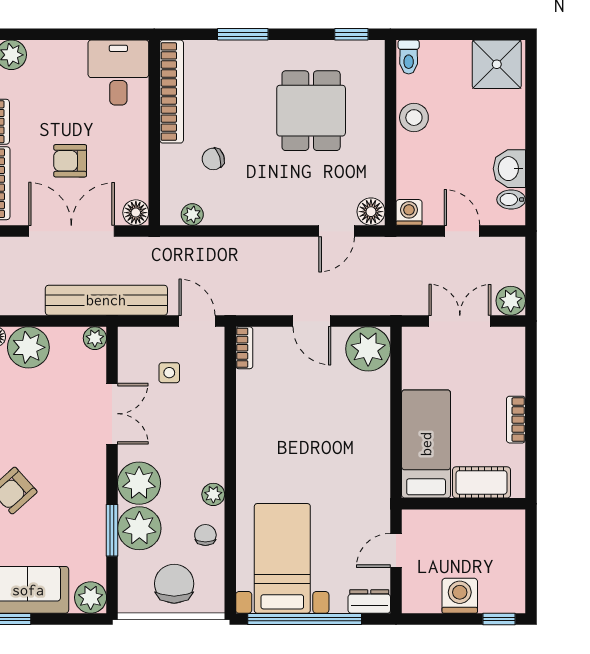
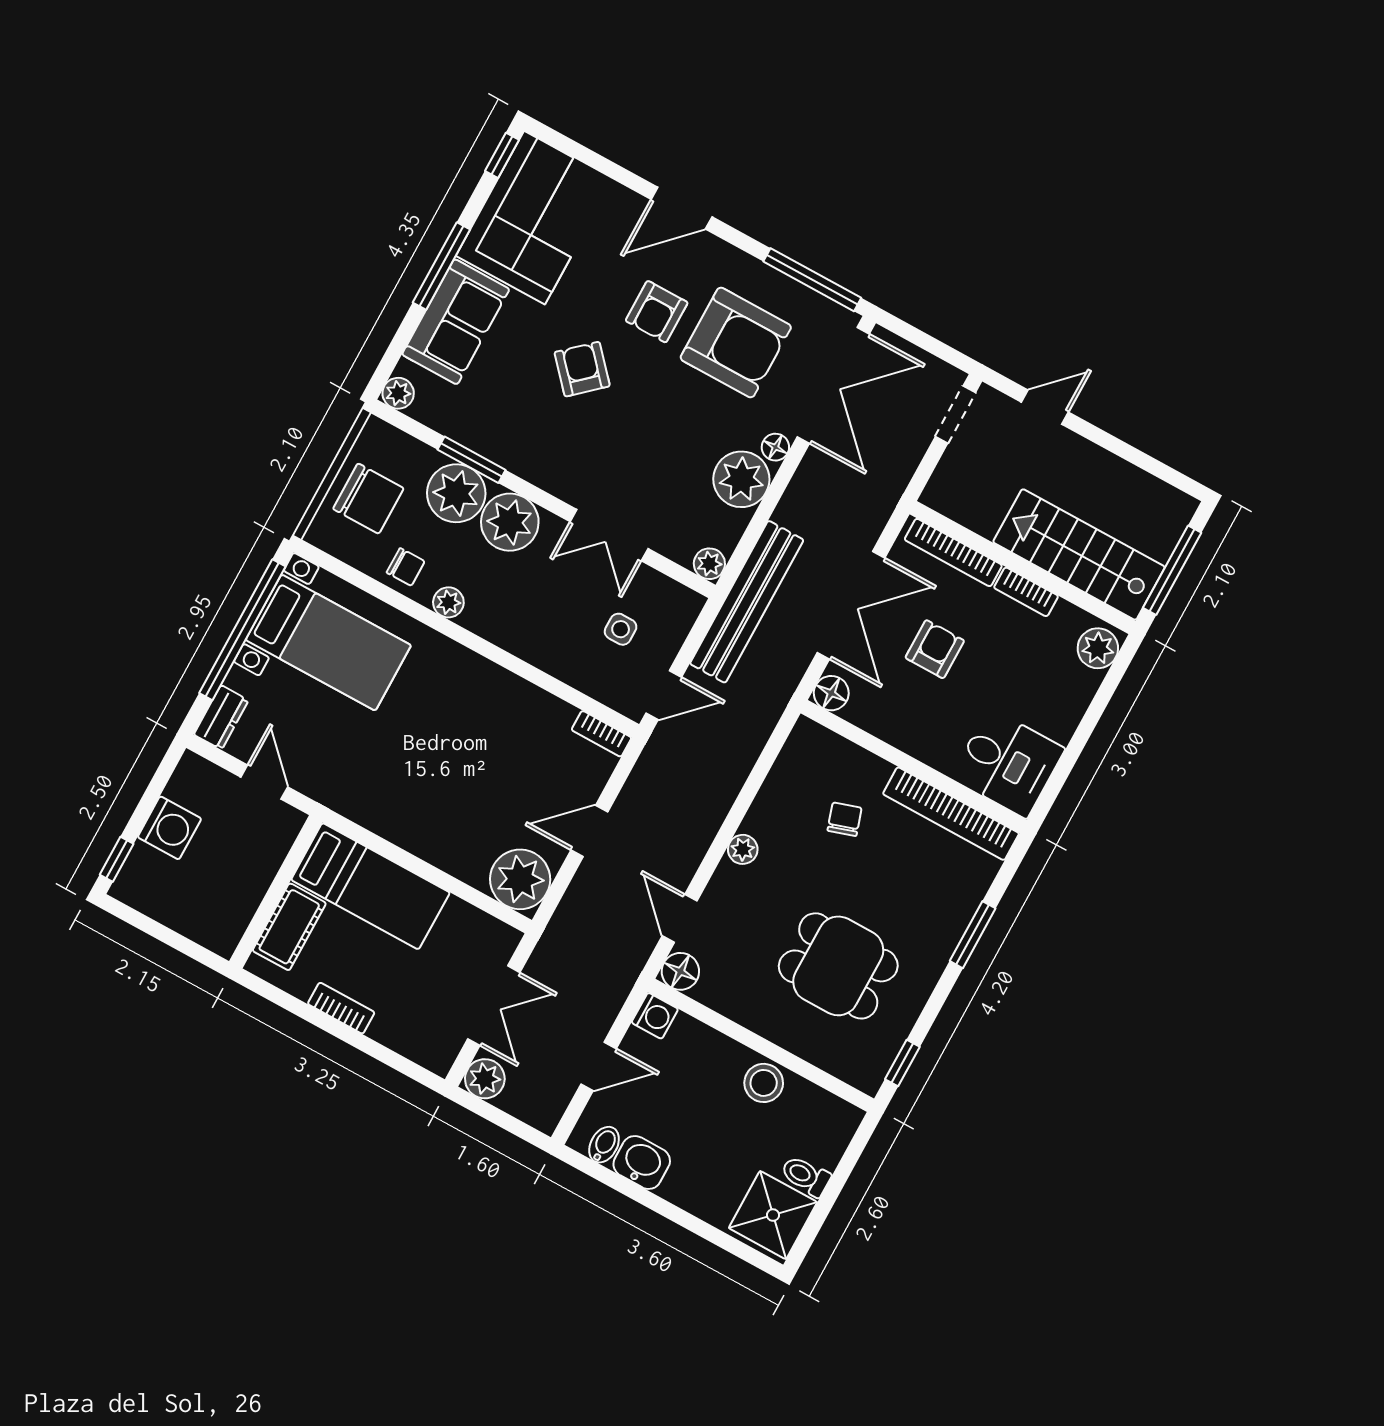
toilet: (409, 57) -> (806, 1176), moved
plant: (192, 215) -> (743, 849), moved
plant: (91, 597) -> (398, 393), width x0.73, depth x0.73

